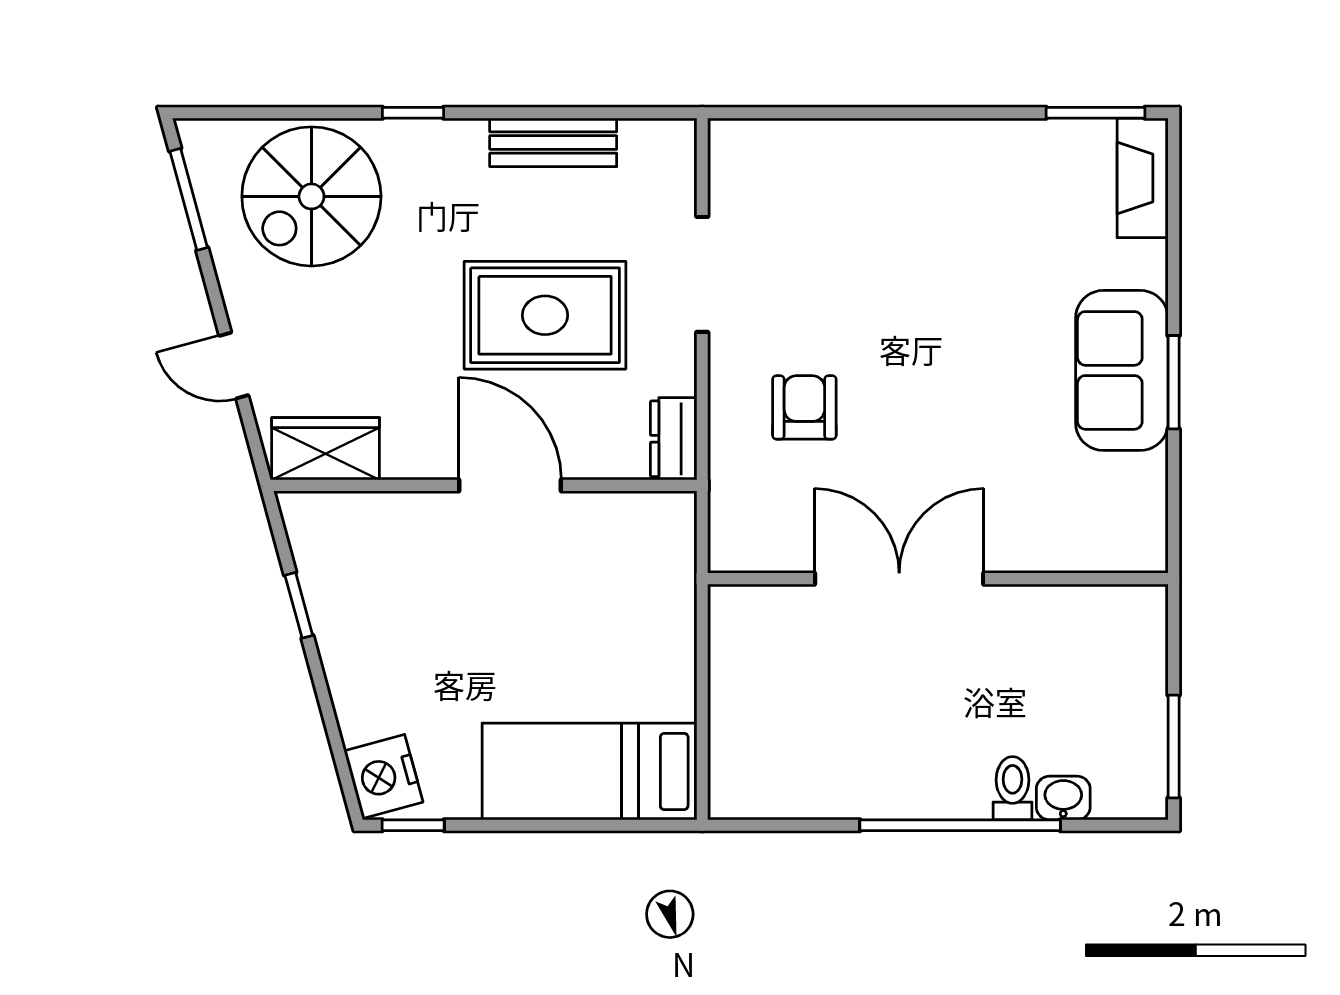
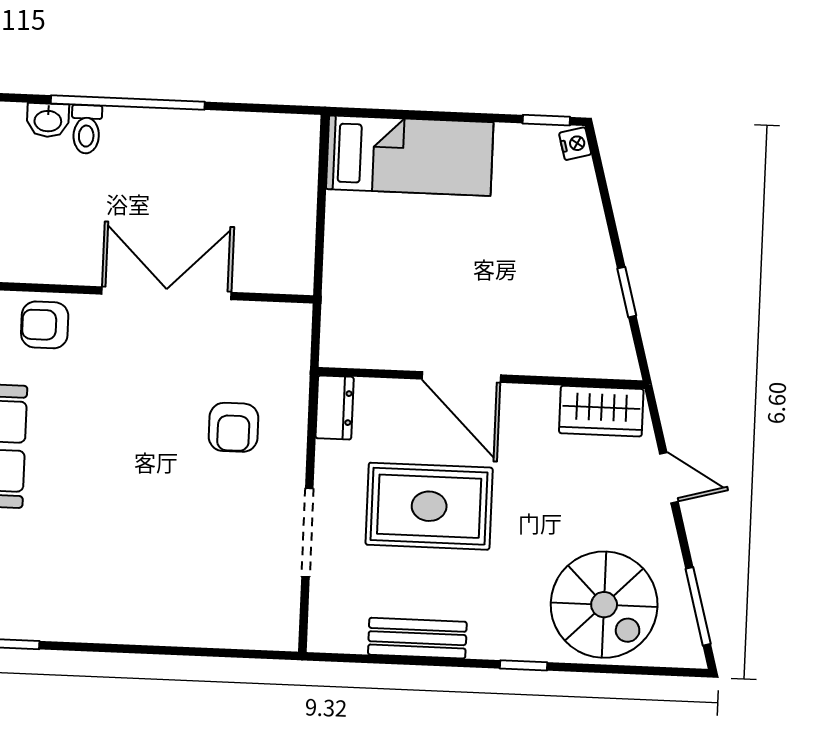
spiral stairs: (311, 196) -> (604, 605), turned 90
armchair: (1056, 531) -> (45, 325), added
double door: (899, 579) -> (167, 293), swing flipped
nightstand: (383, 776) -> (575, 144), width x0.53, depth x0.56

